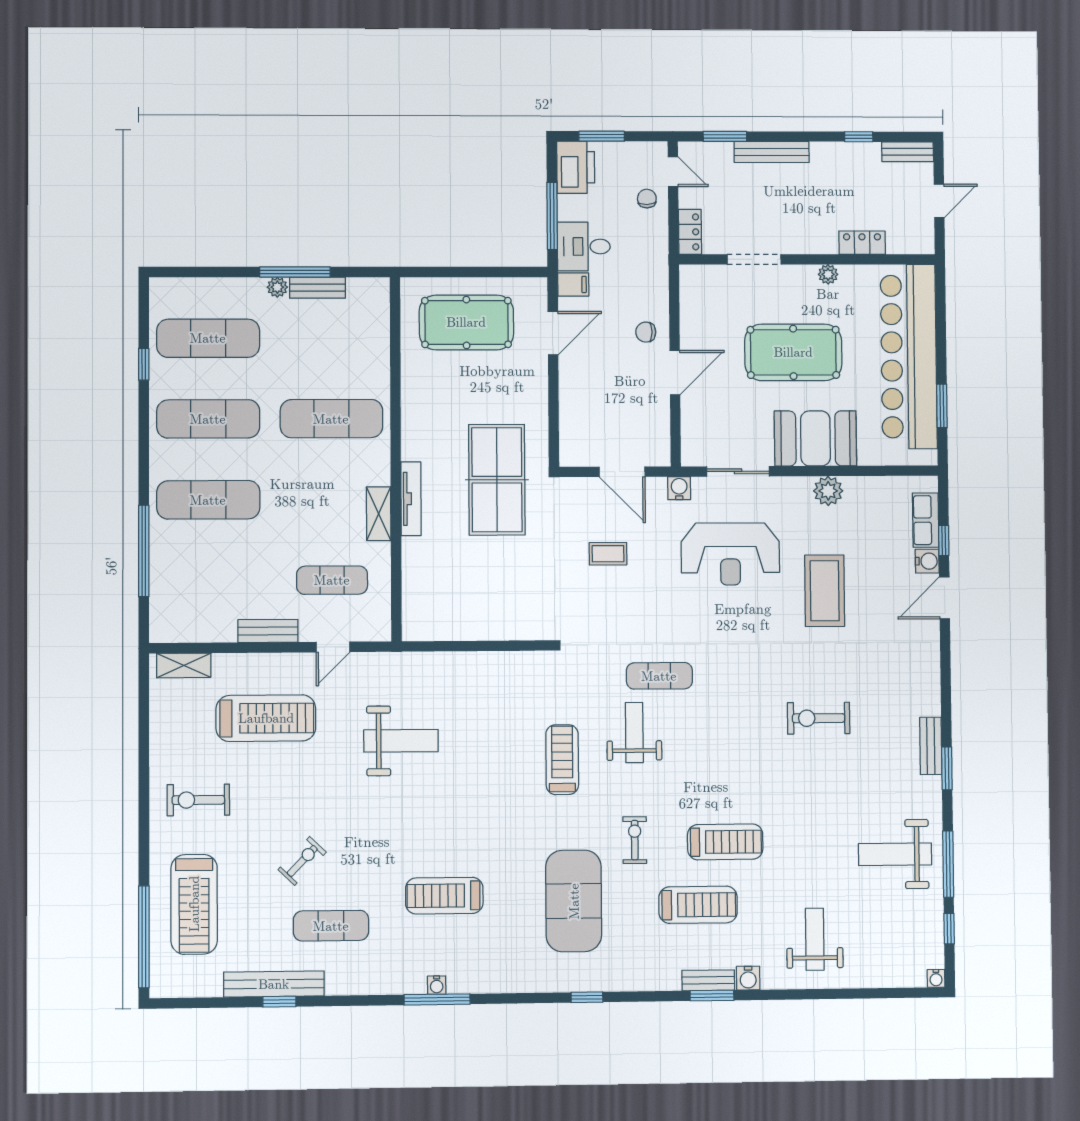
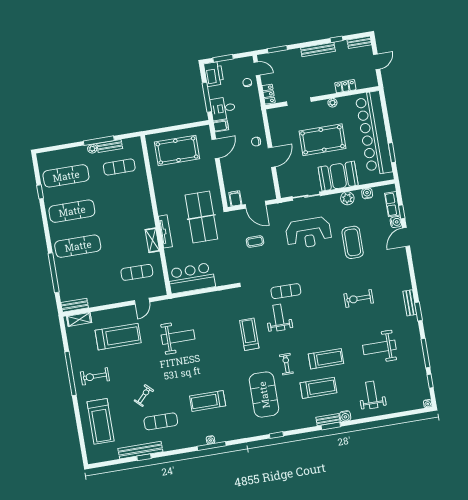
bench: (772, 152) -> (318, 49), moved
exercise mat: (331, 419) -> (119, 167), moved, width x0.73, depth x0.69
filing cabinet: (579, 451) -> (235, 198), added
water cooler: (679, 488) -> (367, 193), moved
bar counter: (453, 613) -> (191, 278), added
bench: (268, 631) -> (75, 305), moved
weight bench: (895, 854) -> (379, 347), moved
window: (144, 937) -> (71, 374), moved

